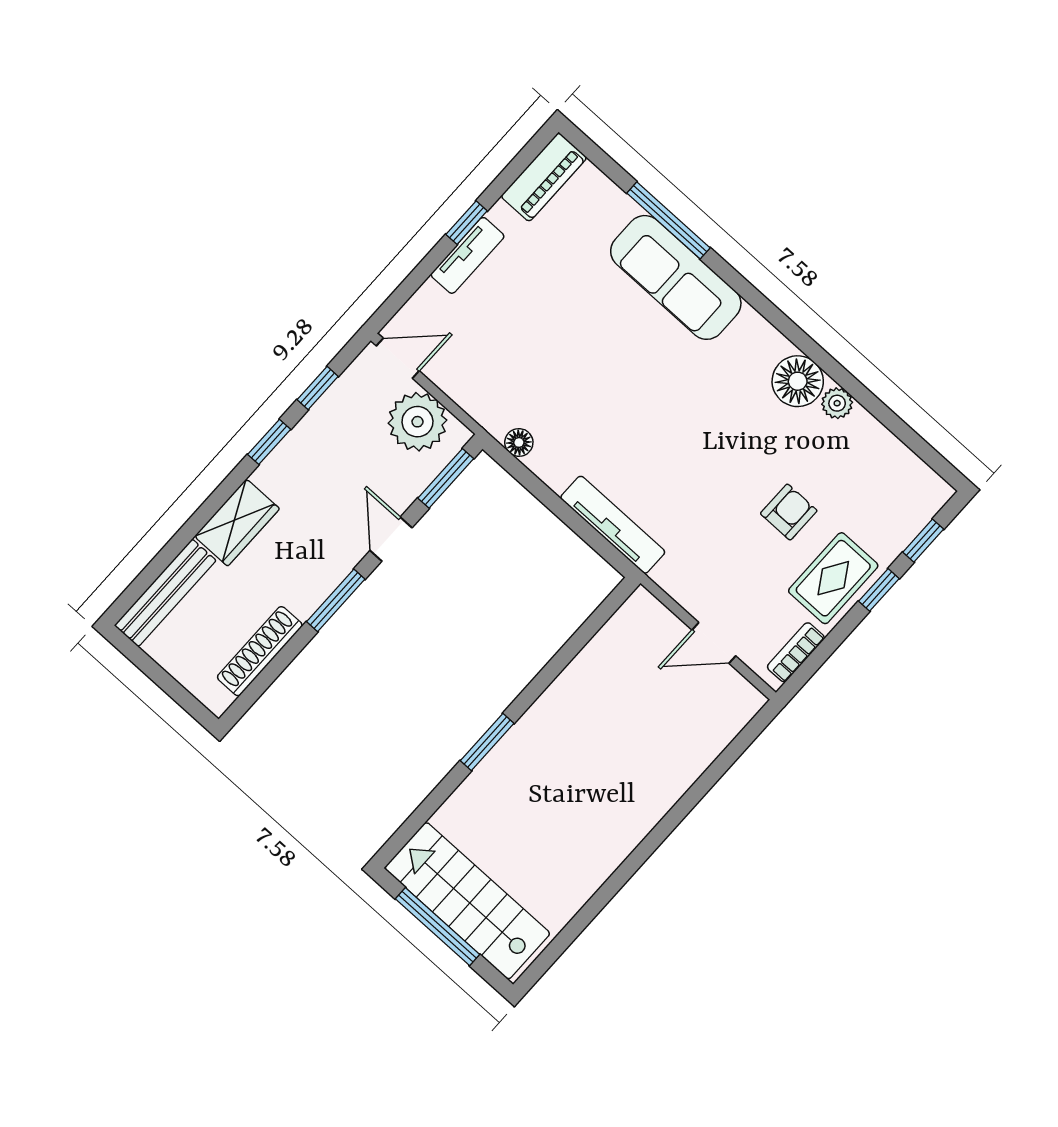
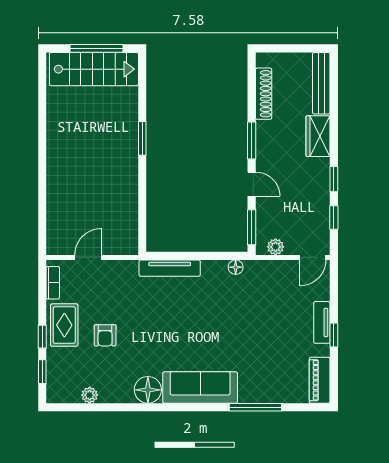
sofa: (676, 277) -> (200, 387), moved
plant: (837, 403) -> (90, 395), moved
plant: (417, 422) -> (276, 247), width x0.53, depth x0.53

